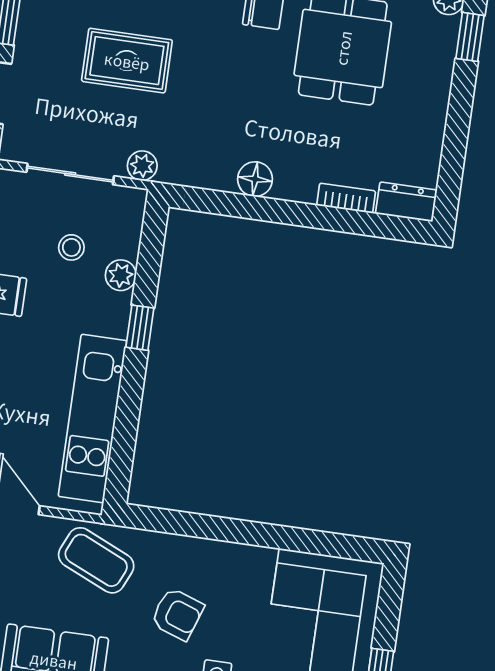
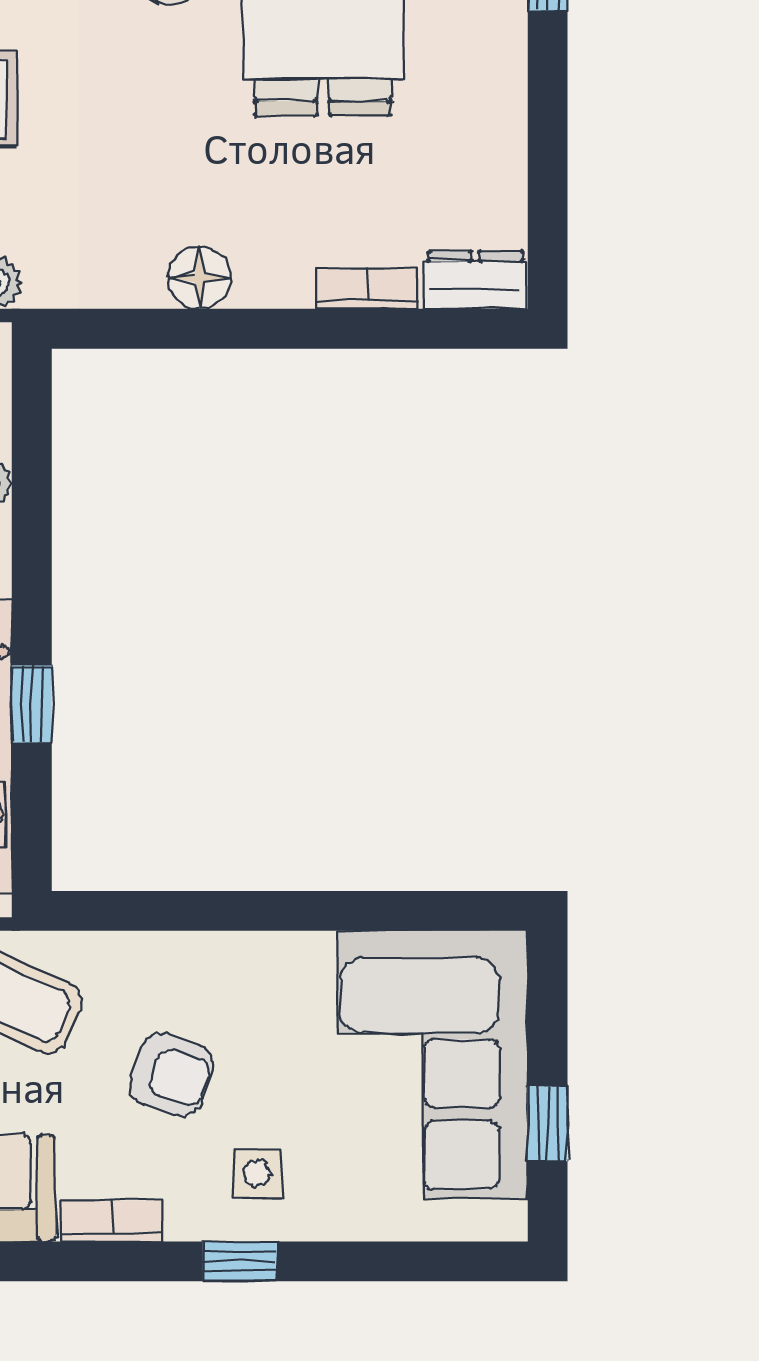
window: (140, 328) -> (32, 704), moved

